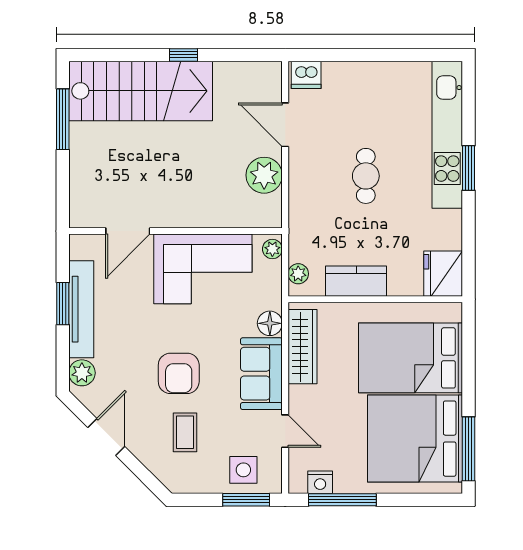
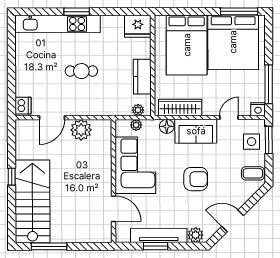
plant: (272, 249) -> (136, 125), moved
coffee table: (185, 432) -> (253, 173), moved
nightstand: (320, 482) -> (258, 109), moved, turned 90

